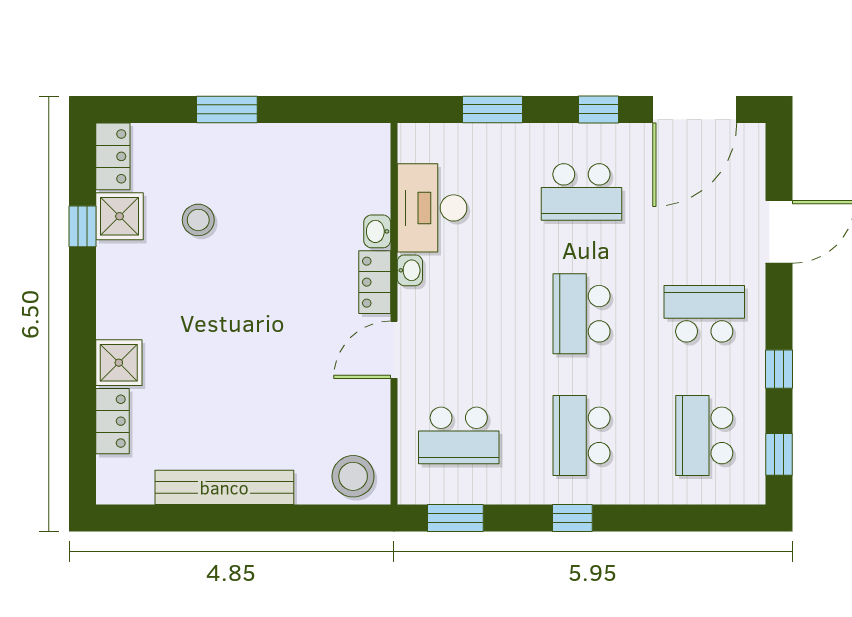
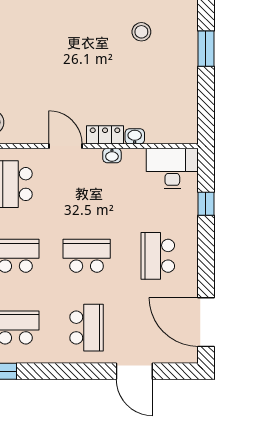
window: (493, 109) -> (206, 204), width x0.67
window: (599, 109) -> (206, 266), removed
desk: (432, 208) -> (172, 168), moved
window: (779, 369) -> (54, 371), removed

